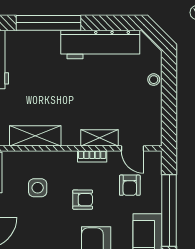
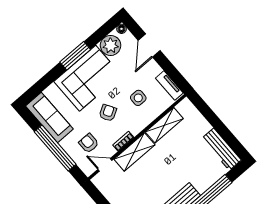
shelving: (100, 138) -> (134, 152), width x1.50, depth x1.33
armchair: (83, 200) -> (108, 113), turned 150

